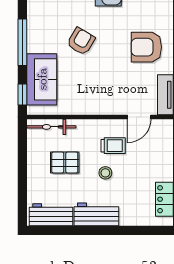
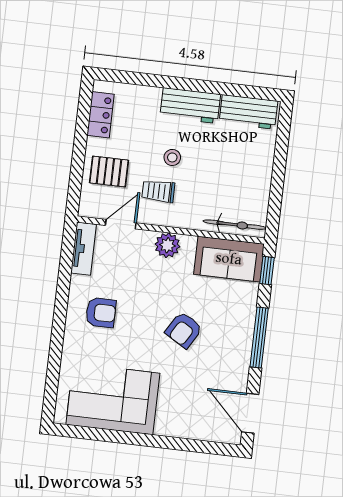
armchair: (146, 47) -> (101, 313), width x0.72, depth x0.72
sofa: (42, 79) -> (229, 259), moved, turned -90
plant: (101, 105) -> (167, 245), added
pallet: (65, 163) -> (109, 172), moved

